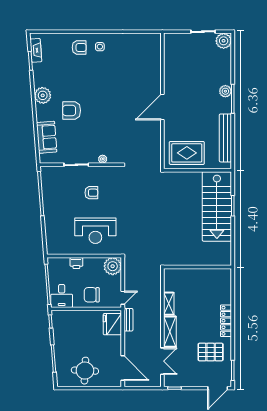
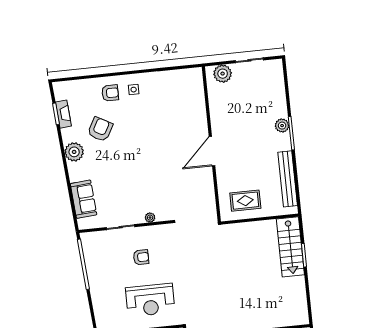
plant: (224, 41) -> (223, 74), moved
fireplace: (36, 50) -> (63, 114), moved
armchair: (72, 110) -> (100, 129), moved, turned 119
rug: (187, 153) -> (245, 201), width x0.73, depth x0.70
stairs: (217, 206) -> (290, 247), width x0.73, depth x0.66

